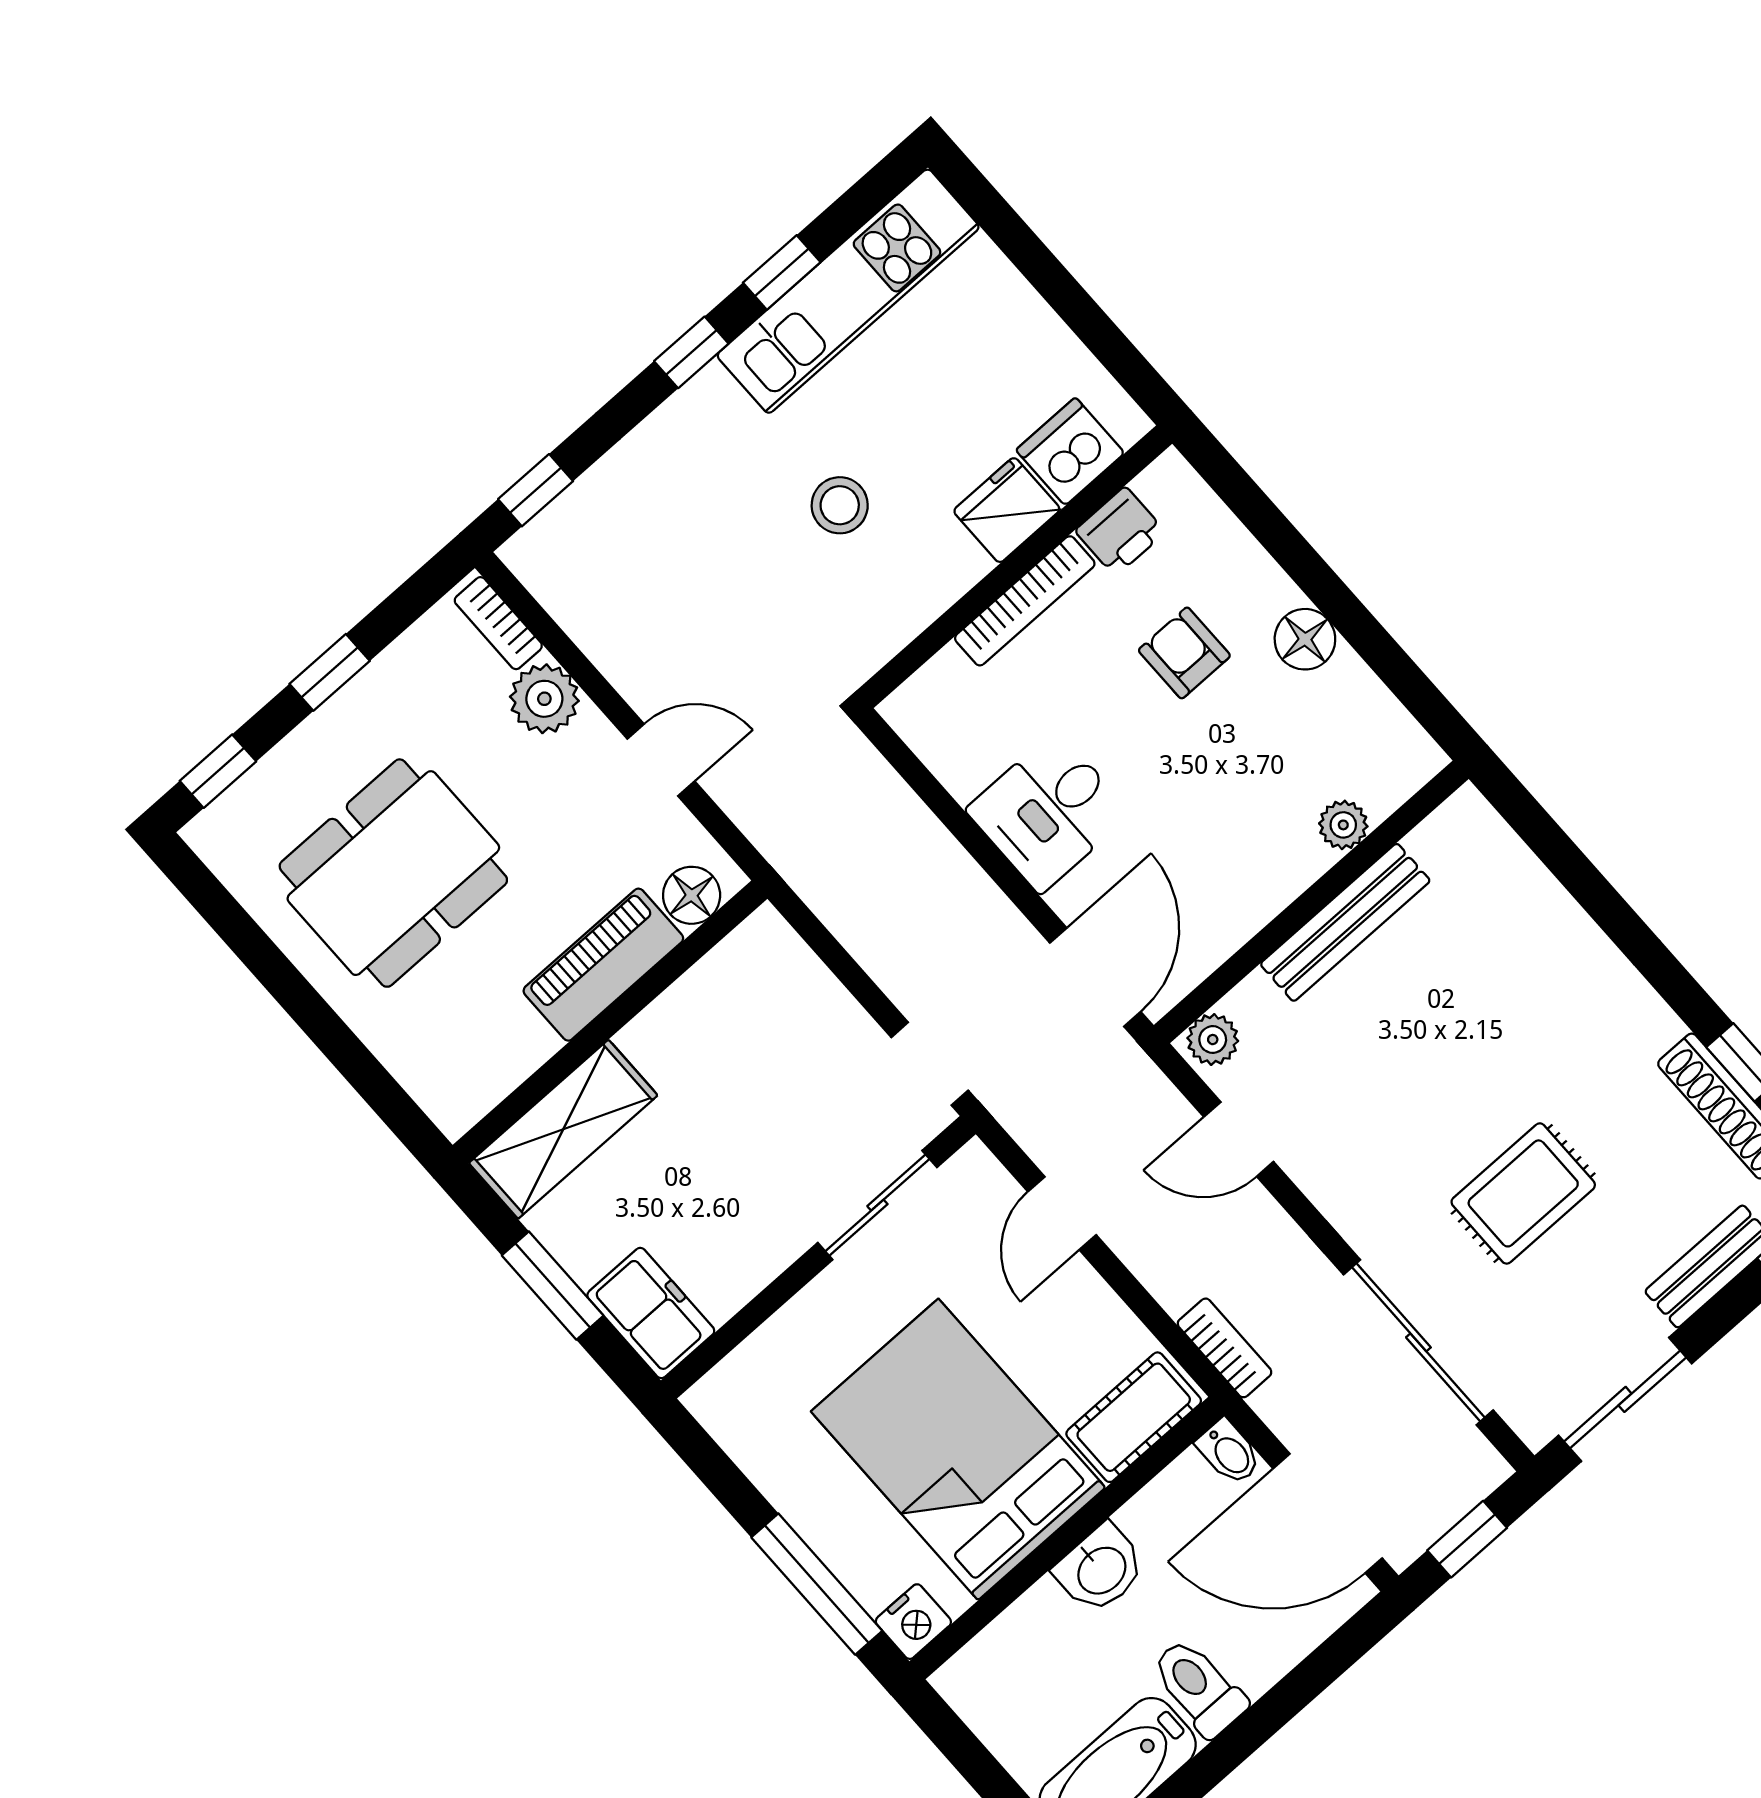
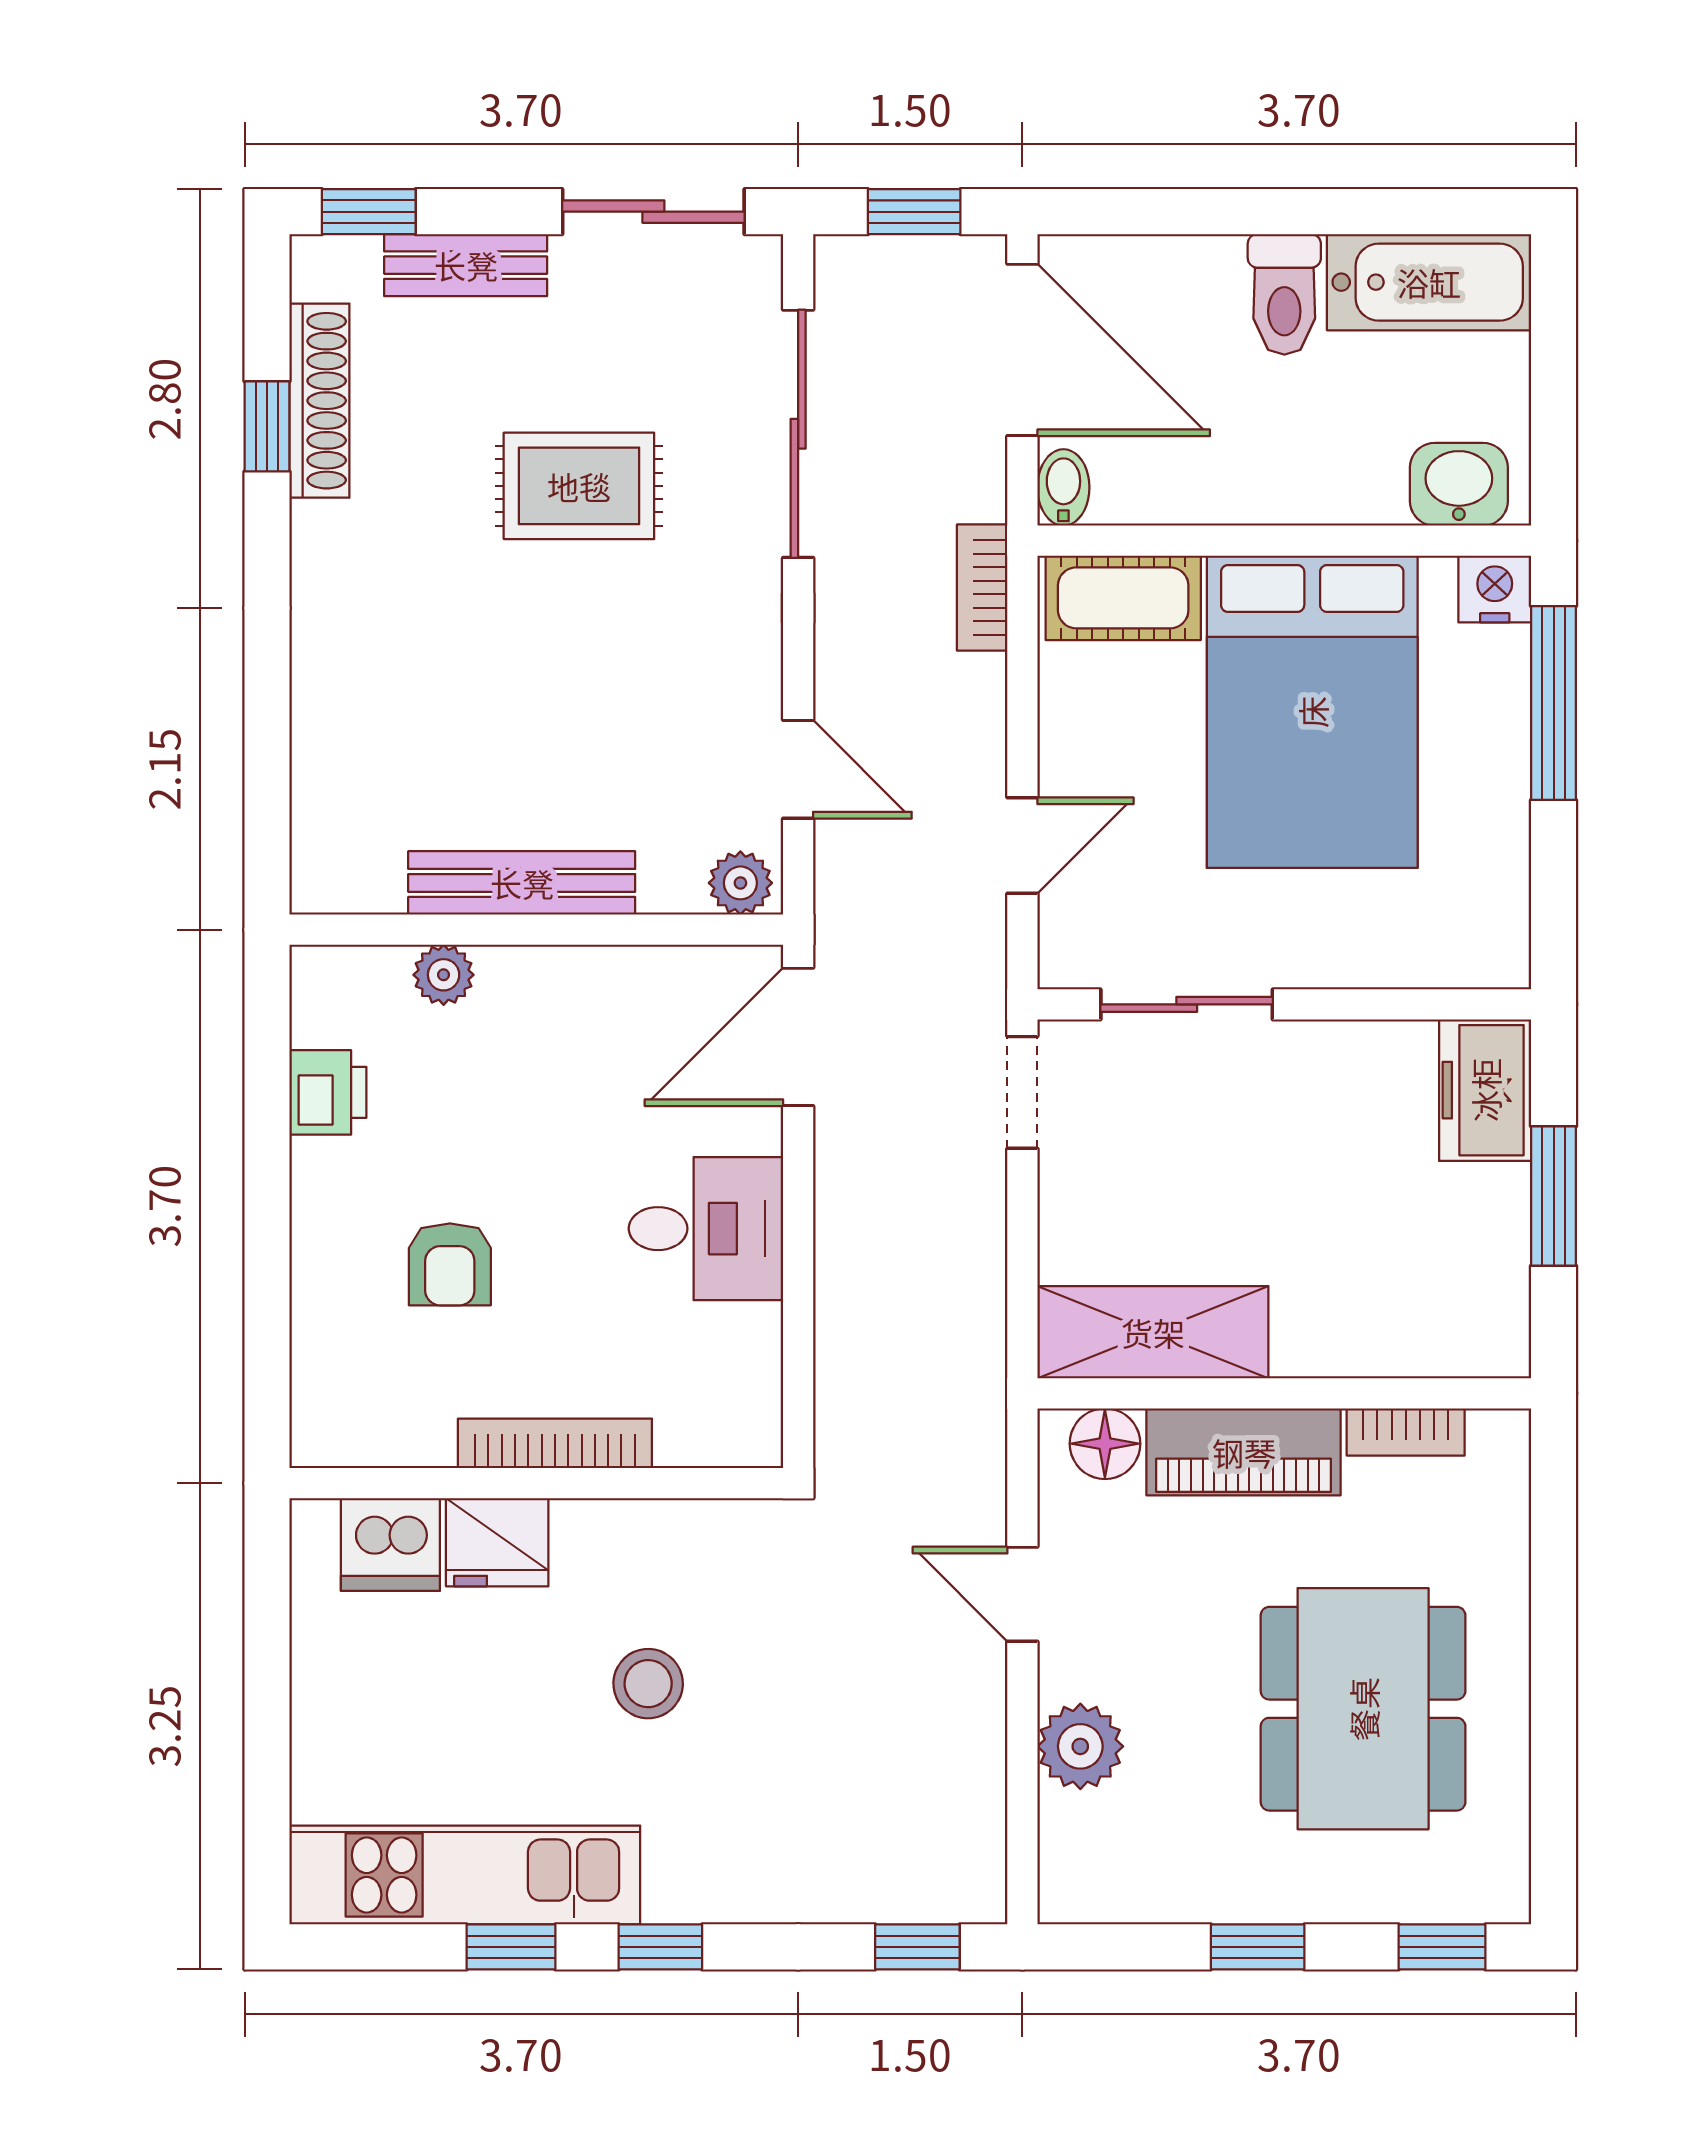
printer: (1120, 531) -> (328, 1092), moved, turned 90
bookcase: (498, 623) -> (1406, 1432), moved, turned 90
floor lamp: (1305, 639) -> (327, 1178), removed
dining table: (393, 873) -> (1363, 1709), turned 90
shelving: (563, 1129) -> (1153, 1332), moved
washbasin: (1101, 1569) -> (1459, 484), moved

